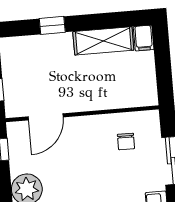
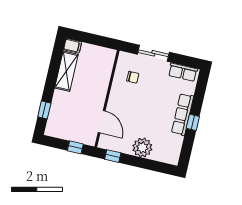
window: (52, 25) -> (44, 110), moved

